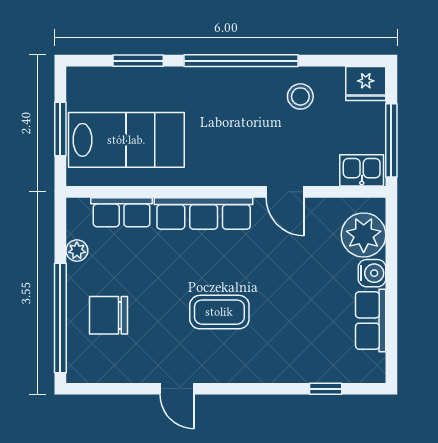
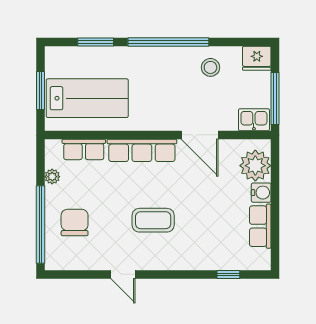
door: (285, 192) -> (200, 135), width x1.38
chair: (109, 315) -> (75, 222), turned 90

